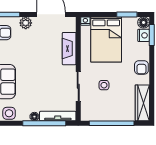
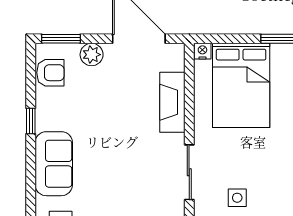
side table: (104, 85) -> (237, 198), moved

